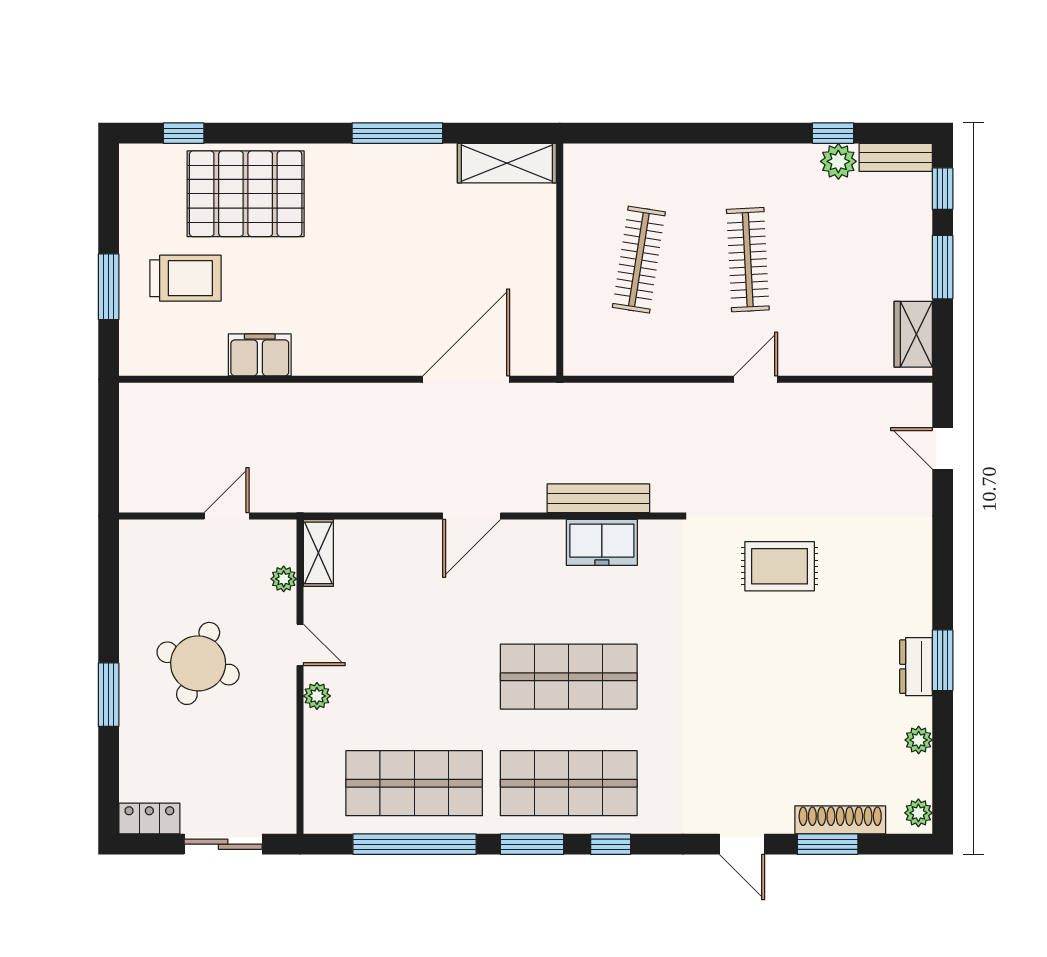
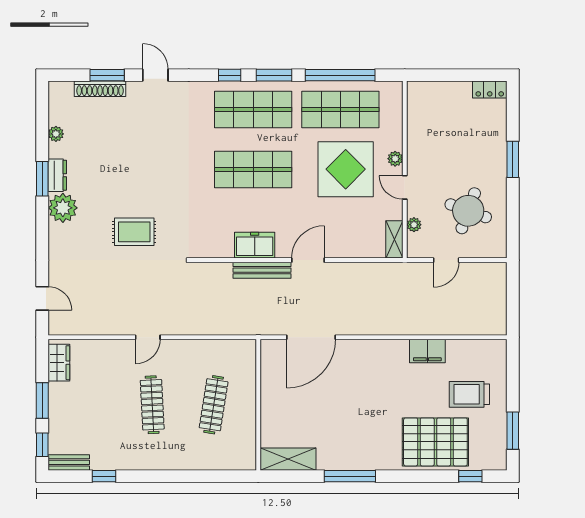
plant: (838, 161) -> (101, 460), removed
window: (109, 287) -> (513, 431), moved
bench: (598, 498) -> (262, 270), moved
freezer: (602, 542) -> (255, 245), moved
round table: (198, 663) -> (468, 211), moved
display table: (405, 677) -> (346, 169), added
plant: (918, 813) -> (63, 208), moved, width x1.87, depth x1.87
sliding door: (223, 844) -> (448, 75), removed

